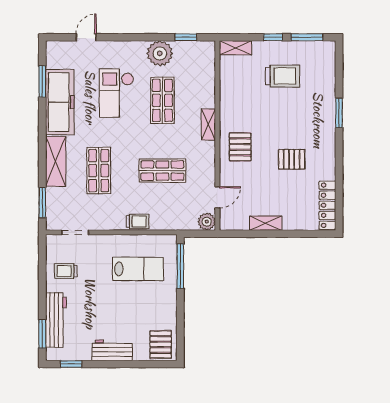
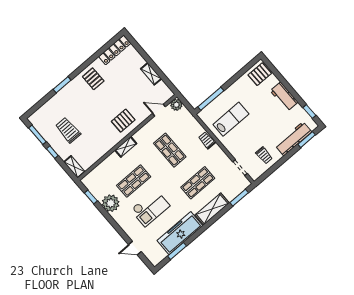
pallet: (292, 159) -> (93, 79), moved
lab bench: (138, 269) -> (231, 119), turned 90

